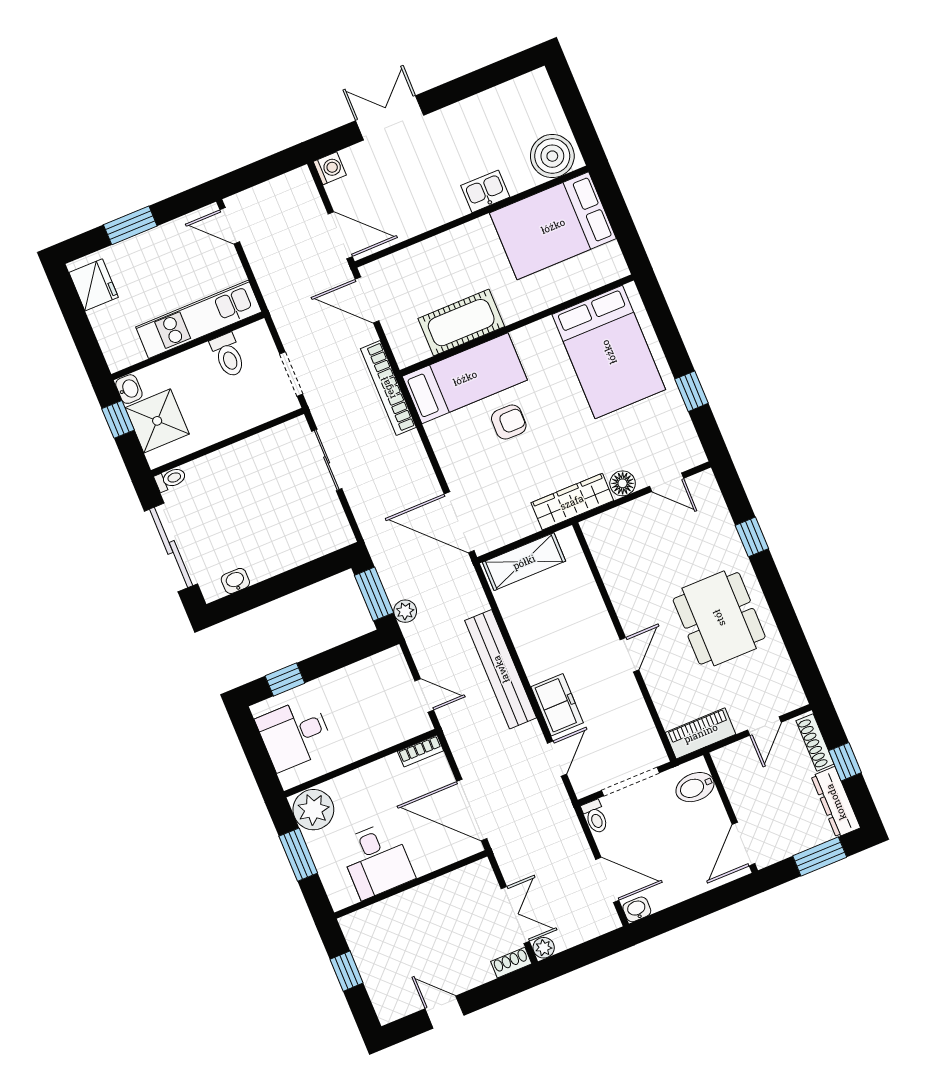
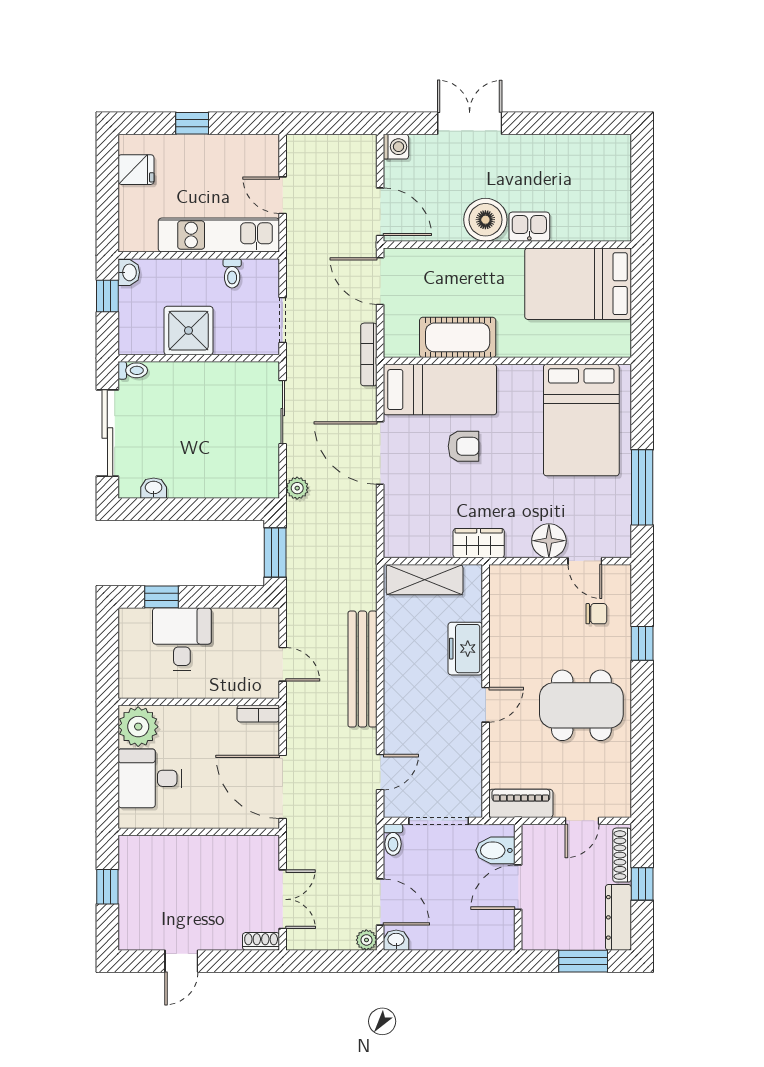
boiler: (552, 156) -> (485, 220), moved
window: (130, 225) -> (192, 123), width x0.67
door: (230, 226) -> (283, 195), moved
fridge: (94, 285) -> (136, 170), width x0.72
toilet: (228, 355) -> (232, 273), width x0.73, depth x0.72
bookcase: (388, 388) -> (369, 354), width x0.68, depth x0.76
window: (691, 391) -> (642, 487), width x2.17
shower: (157, 421) -> (188, 331), moved
floor lamp: (623, 483) -> (549, 541), width x1.38, depth x1.38
wardrobe: (572, 502) -> (479, 543), width x0.67
door: (459, 522) -> (380, 453), moved
chair: (698, 527) -> (596, 614), added
plant: (405, 611) -> (297, 488), moved
dining table: (719, 618) -> (581, 705), turned 90
freezer: (557, 705) -> (465, 649), moved, turned 180
desk: (295, 734) -> (182, 639), moved, turned 90
door: (743, 844) -> (518, 887), moved
window: (298, 855) -> (107, 762), removed
desk: (377, 860) -> (150, 778), moved, turned 90
plant: (544, 948) -> (366, 940), moved
door: (444, 1012) -> (181, 961), swing flipped

